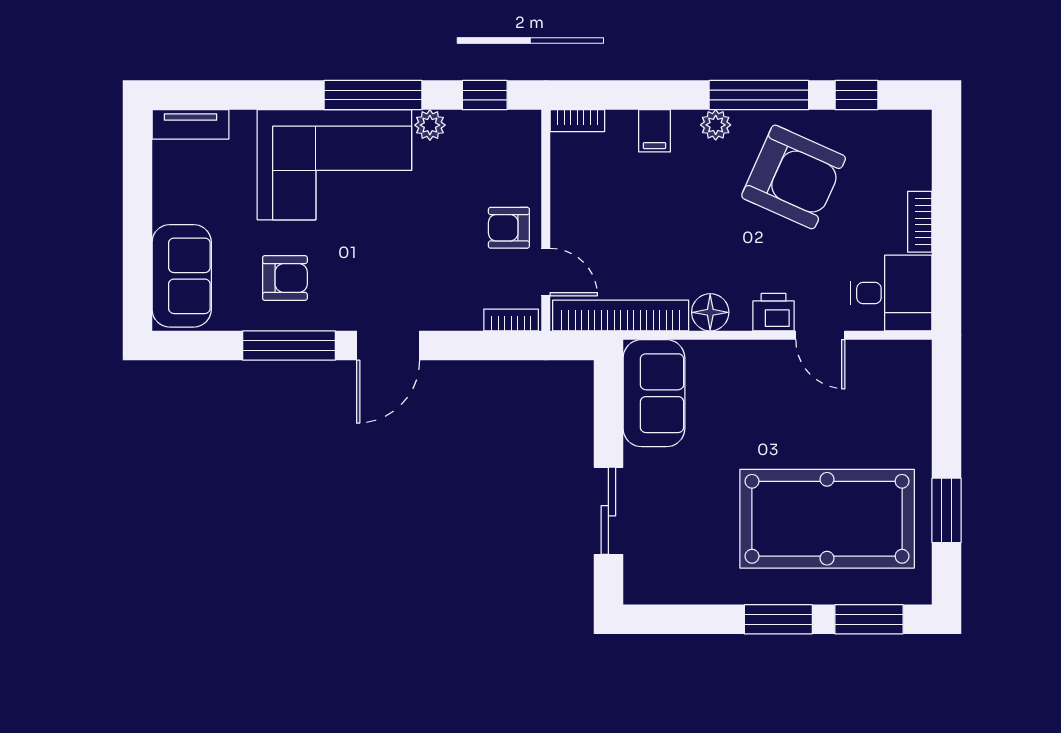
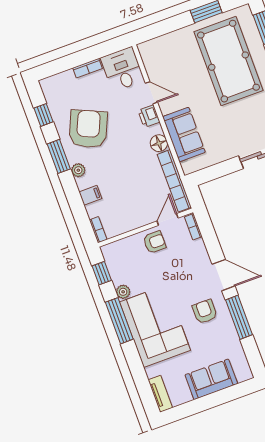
window: (759, 95) -> (59, 156), width x0.69
armchair: (509, 228) -> (154, 242), turned -90
sofa: (182, 276) -> (211, 379), moved
armchair: (285, 278) -> (205, 312), moved
door: (820, 335) -> (151, 93), hinge flipped
sofa: (654, 393) -> (184, 135), moved, turned 90

